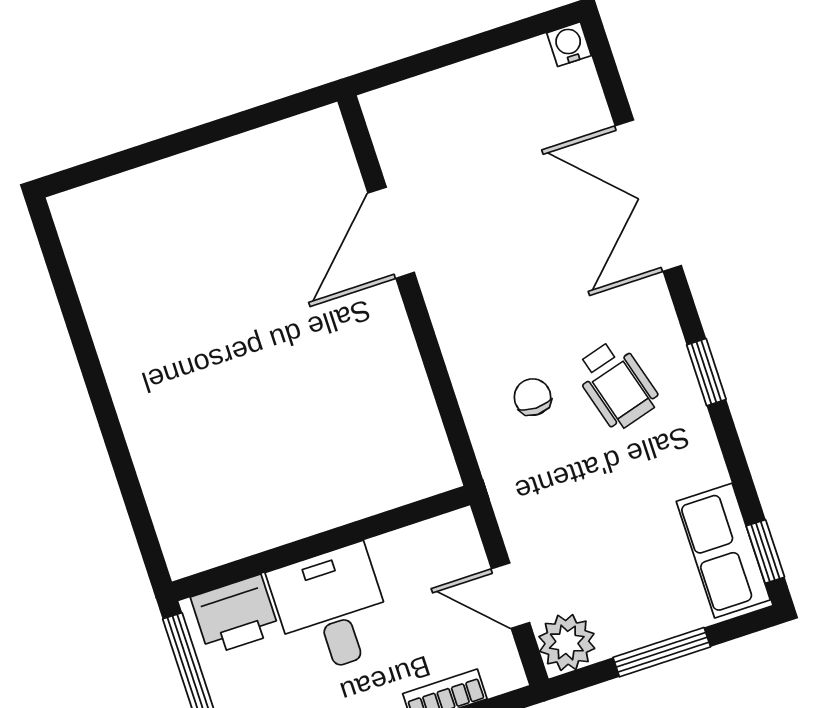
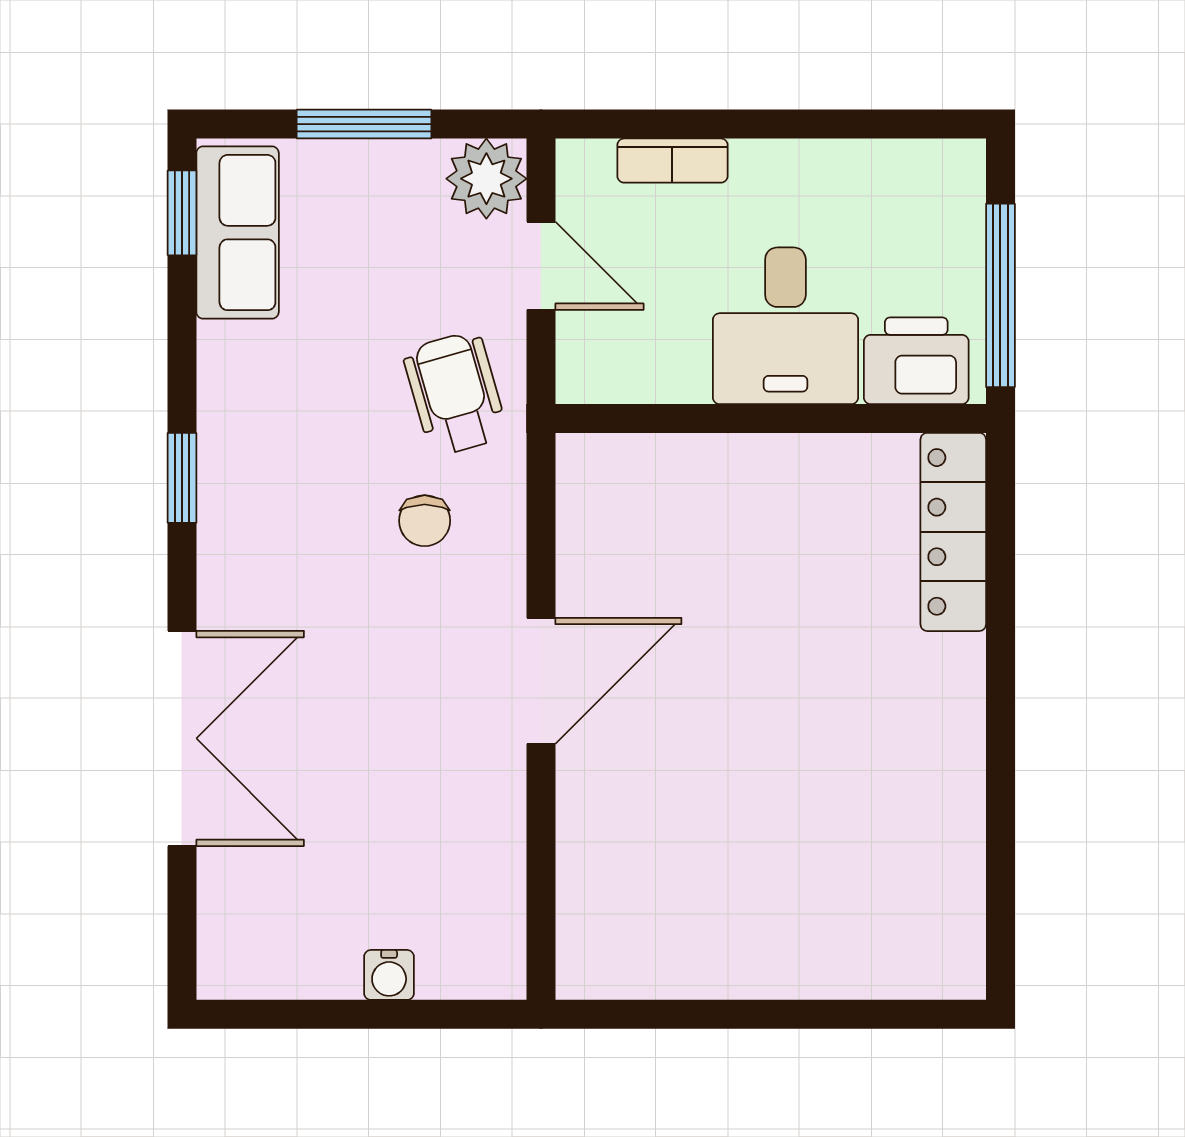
water cooler: (569, 44) -> (389, 975), moved
door: (391, 233) -> (541, 681), moved
wheelchair: (617, 385) -> (455, 394), moved
locker: (172, 507) -> (953, 532), added

